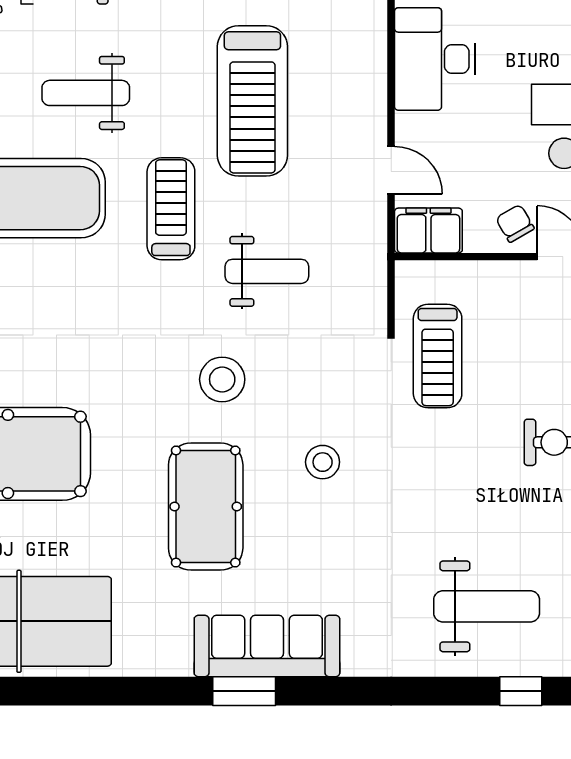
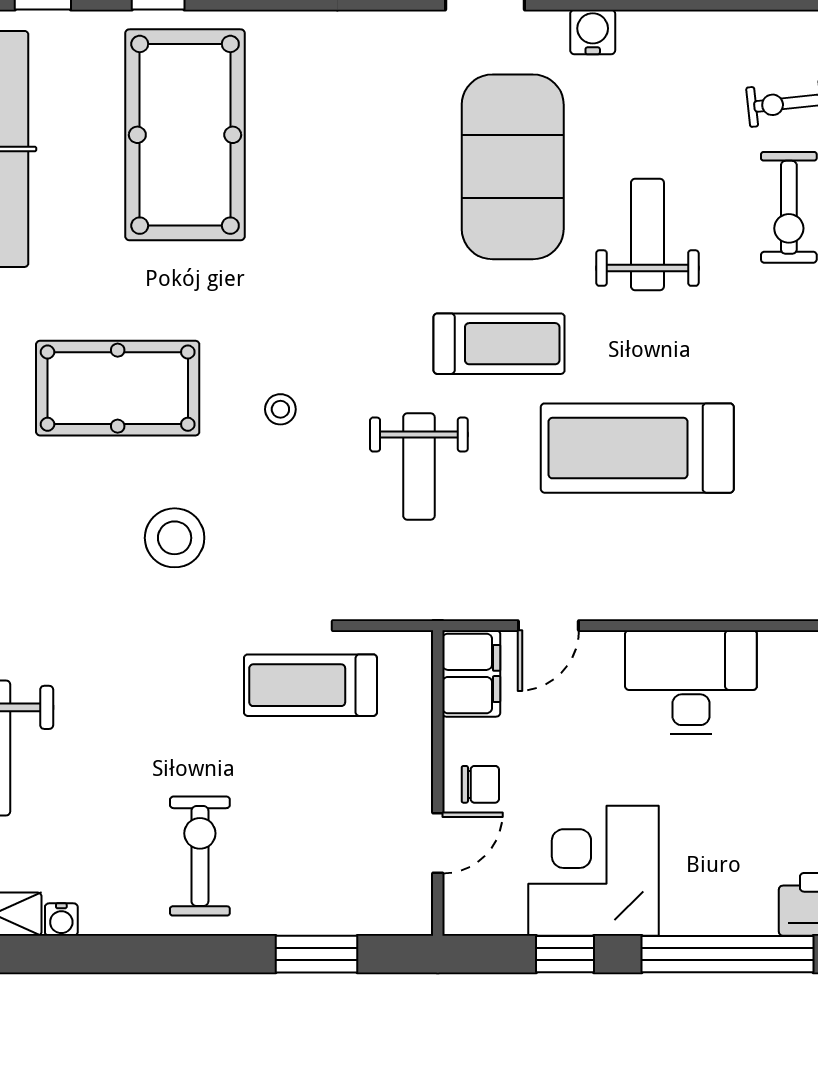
chair: (515, 223) -> (480, 784), turned 30
stool: (222, 379) -> (280, 409), width x0.53, depth x0.53
stool: (323, 462) -> (175, 538), width x1.38, depth x1.38

